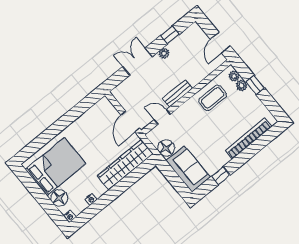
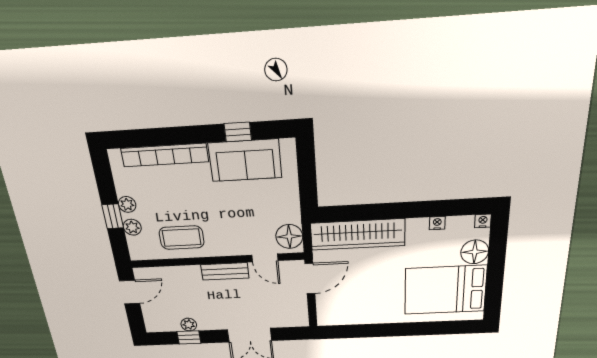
plant: (164, 53) -> (189, 325), moved
plant: (234, 76) -> (127, 204), moved
floor lamp: (166, 148) -> (289, 236), moved
sofa: (188, 169) -> (245, 160), moved, turned -90

